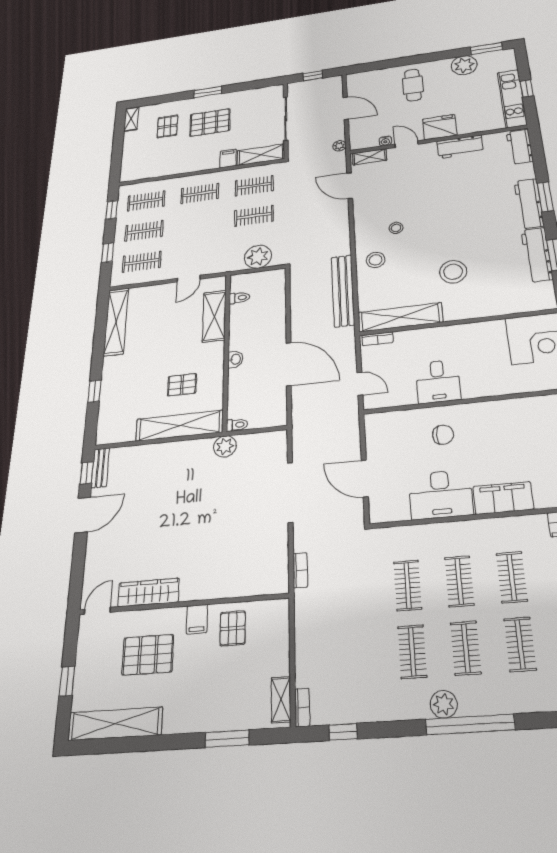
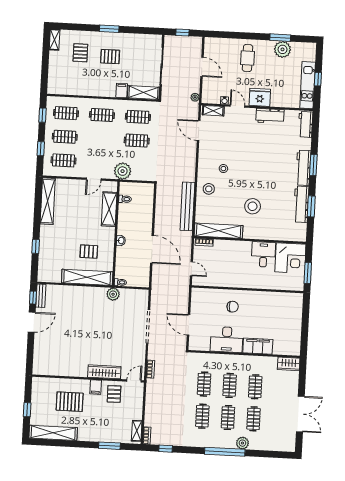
window: (486, 48) -> (280, 38), moved
pallet: (210, 123) -> (110, 57), width x0.67, depth x0.71
plant: (258, 257) -> (123, 171), moved
desk: (438, 381) -> (263, 254), moved, turned 180
wardrobe: (148, 592) -> (104, 372), moved
door: (97, 611) -> (134, 381), moved
plant: (444, 704) -> (242, 443), moved

